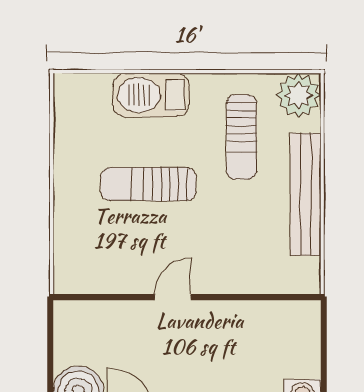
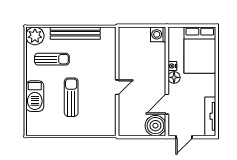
sun lounger: (148, 184) -> (71, 97), turned 180
door: (173, 297) -> (117, 87), swing flipped

